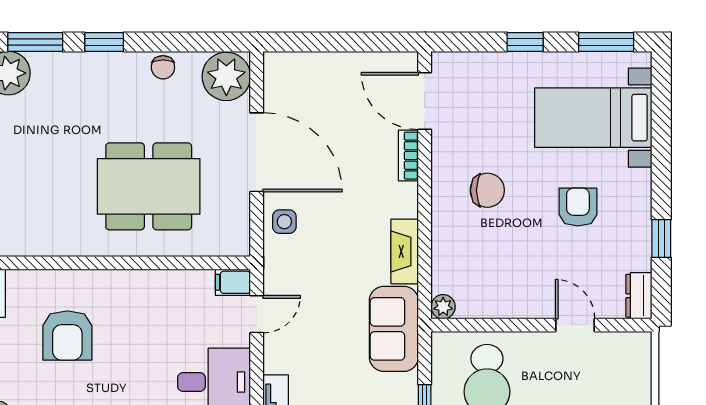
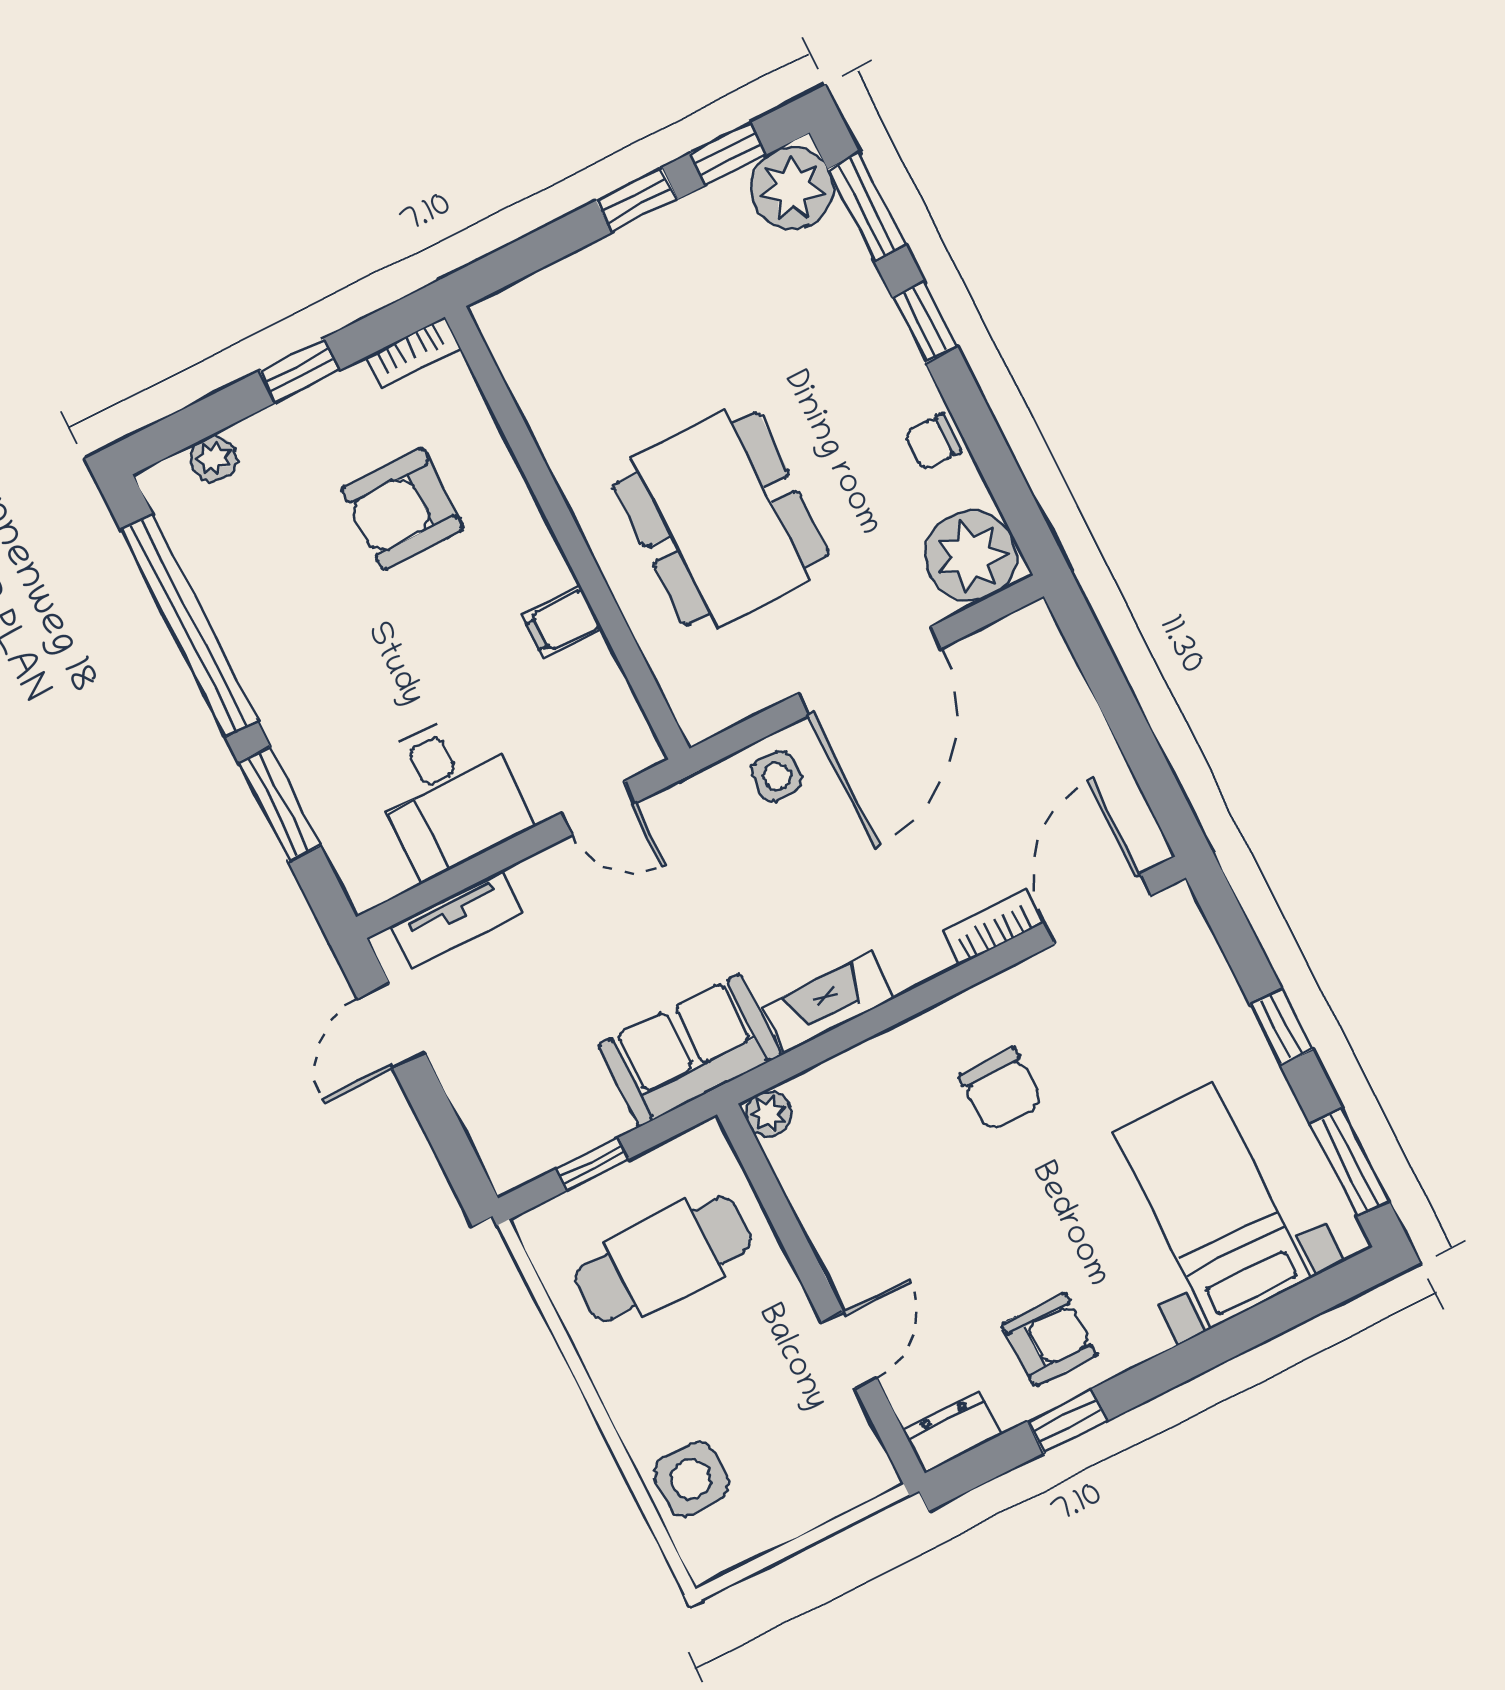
armchair: (578, 207) -> (1050, 1340), moved
filing cabinet: (233, 282) -> (562, 622), moved, turned -90

